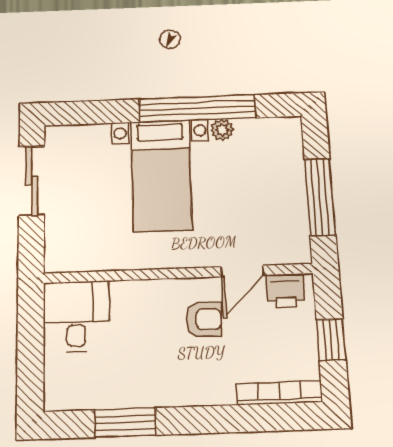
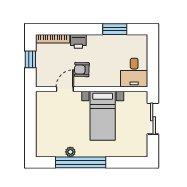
bed with nightstands: (161, 175) -> (103, 116), moved, turned 180
sliding door: (32, 181) -> (153, 119), moved
window: (320, 197) -> (30, 120), removed
printer: (286, 291) -> (78, 41), moved, turned 180

